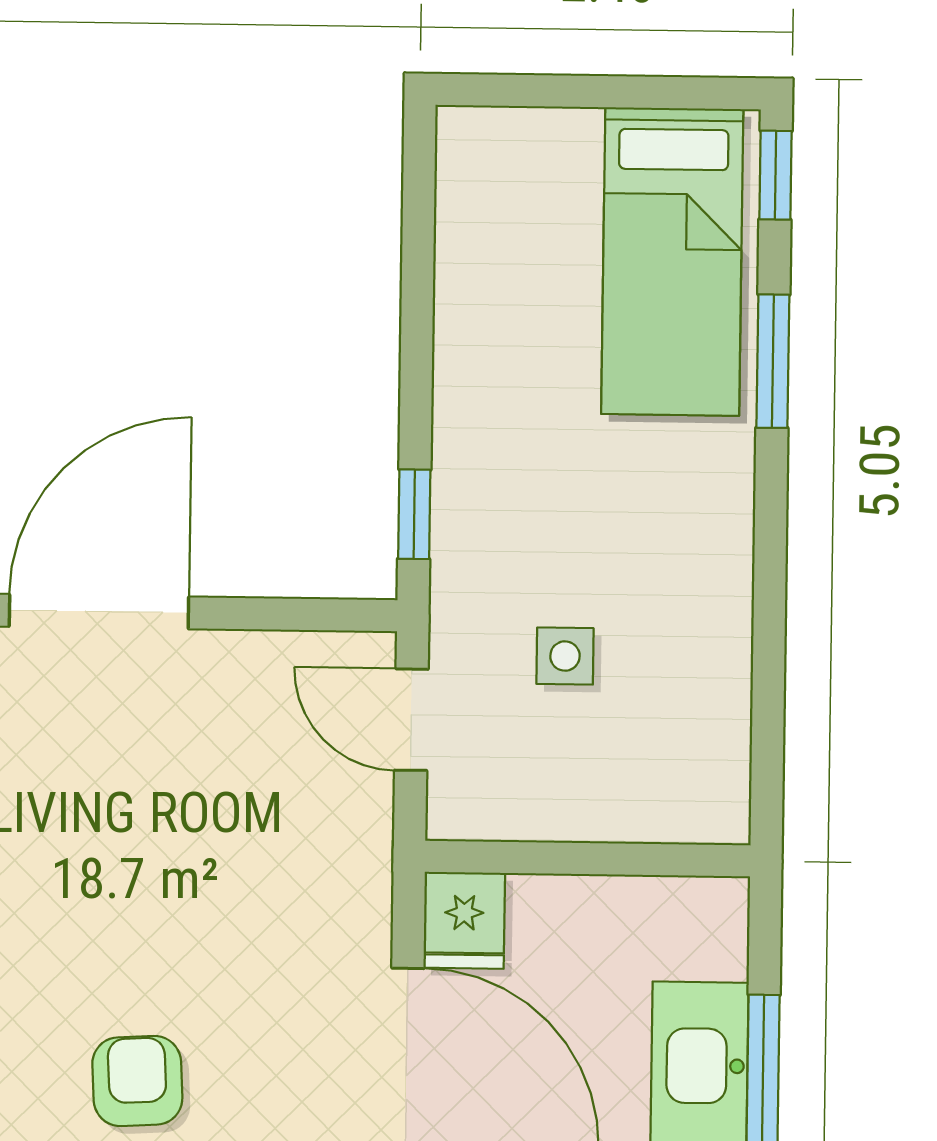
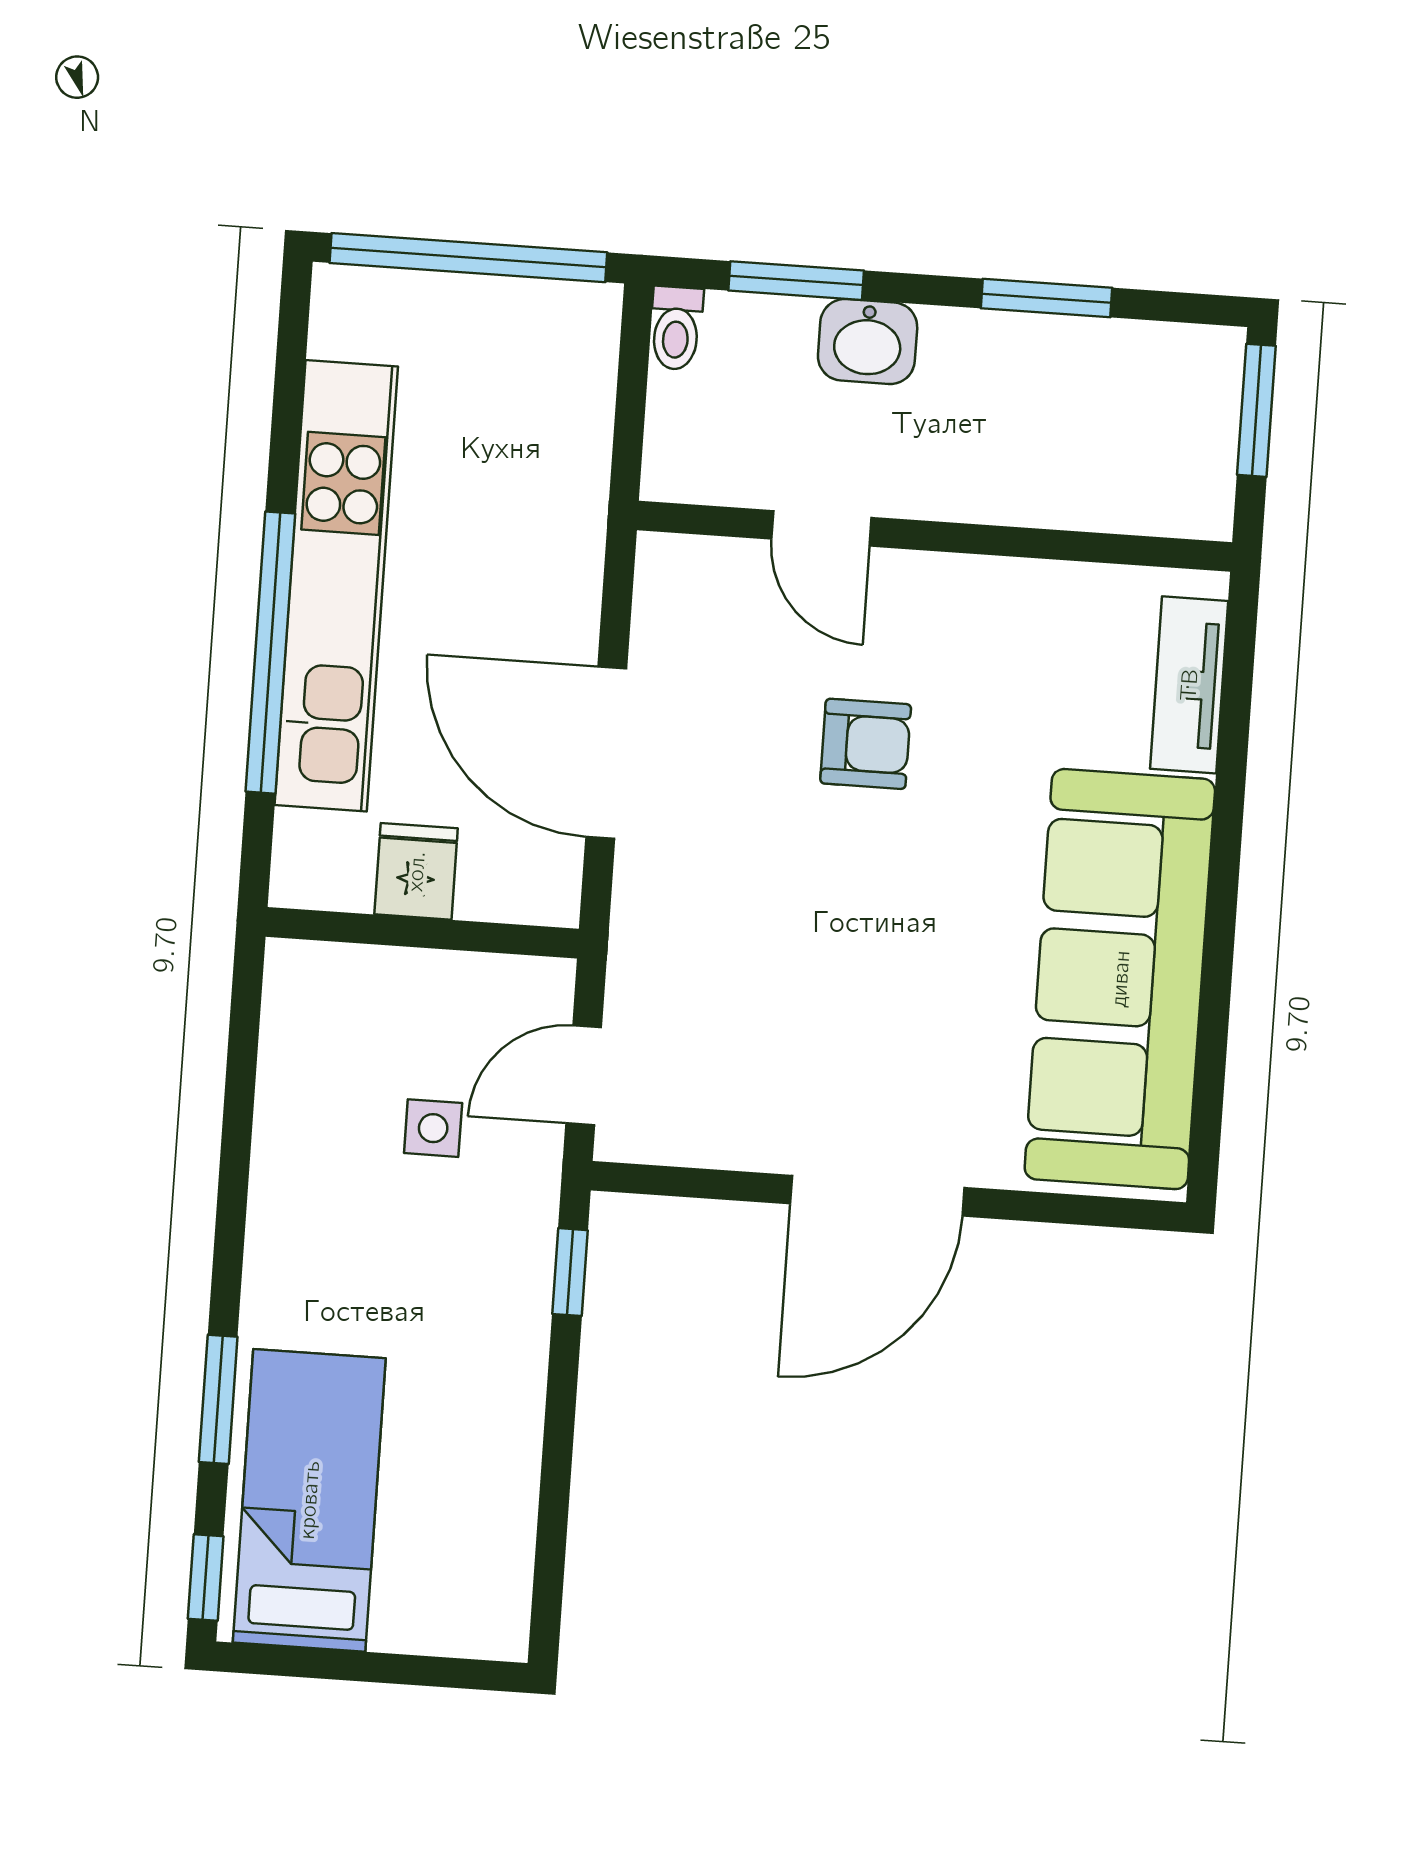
door: (411, 720) -> (584, 1075), swing flipped
fridge: (464, 920) -> (416, 871), moved
armchair: (137, 1081) -> (866, 744), turned -87

